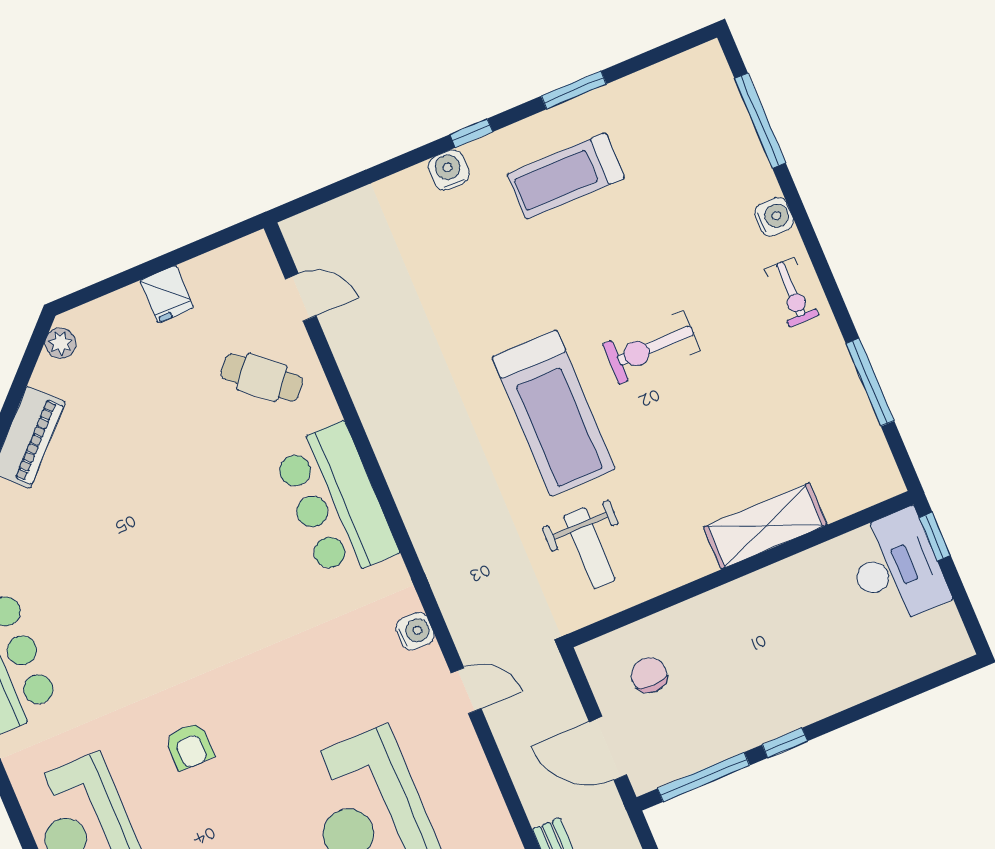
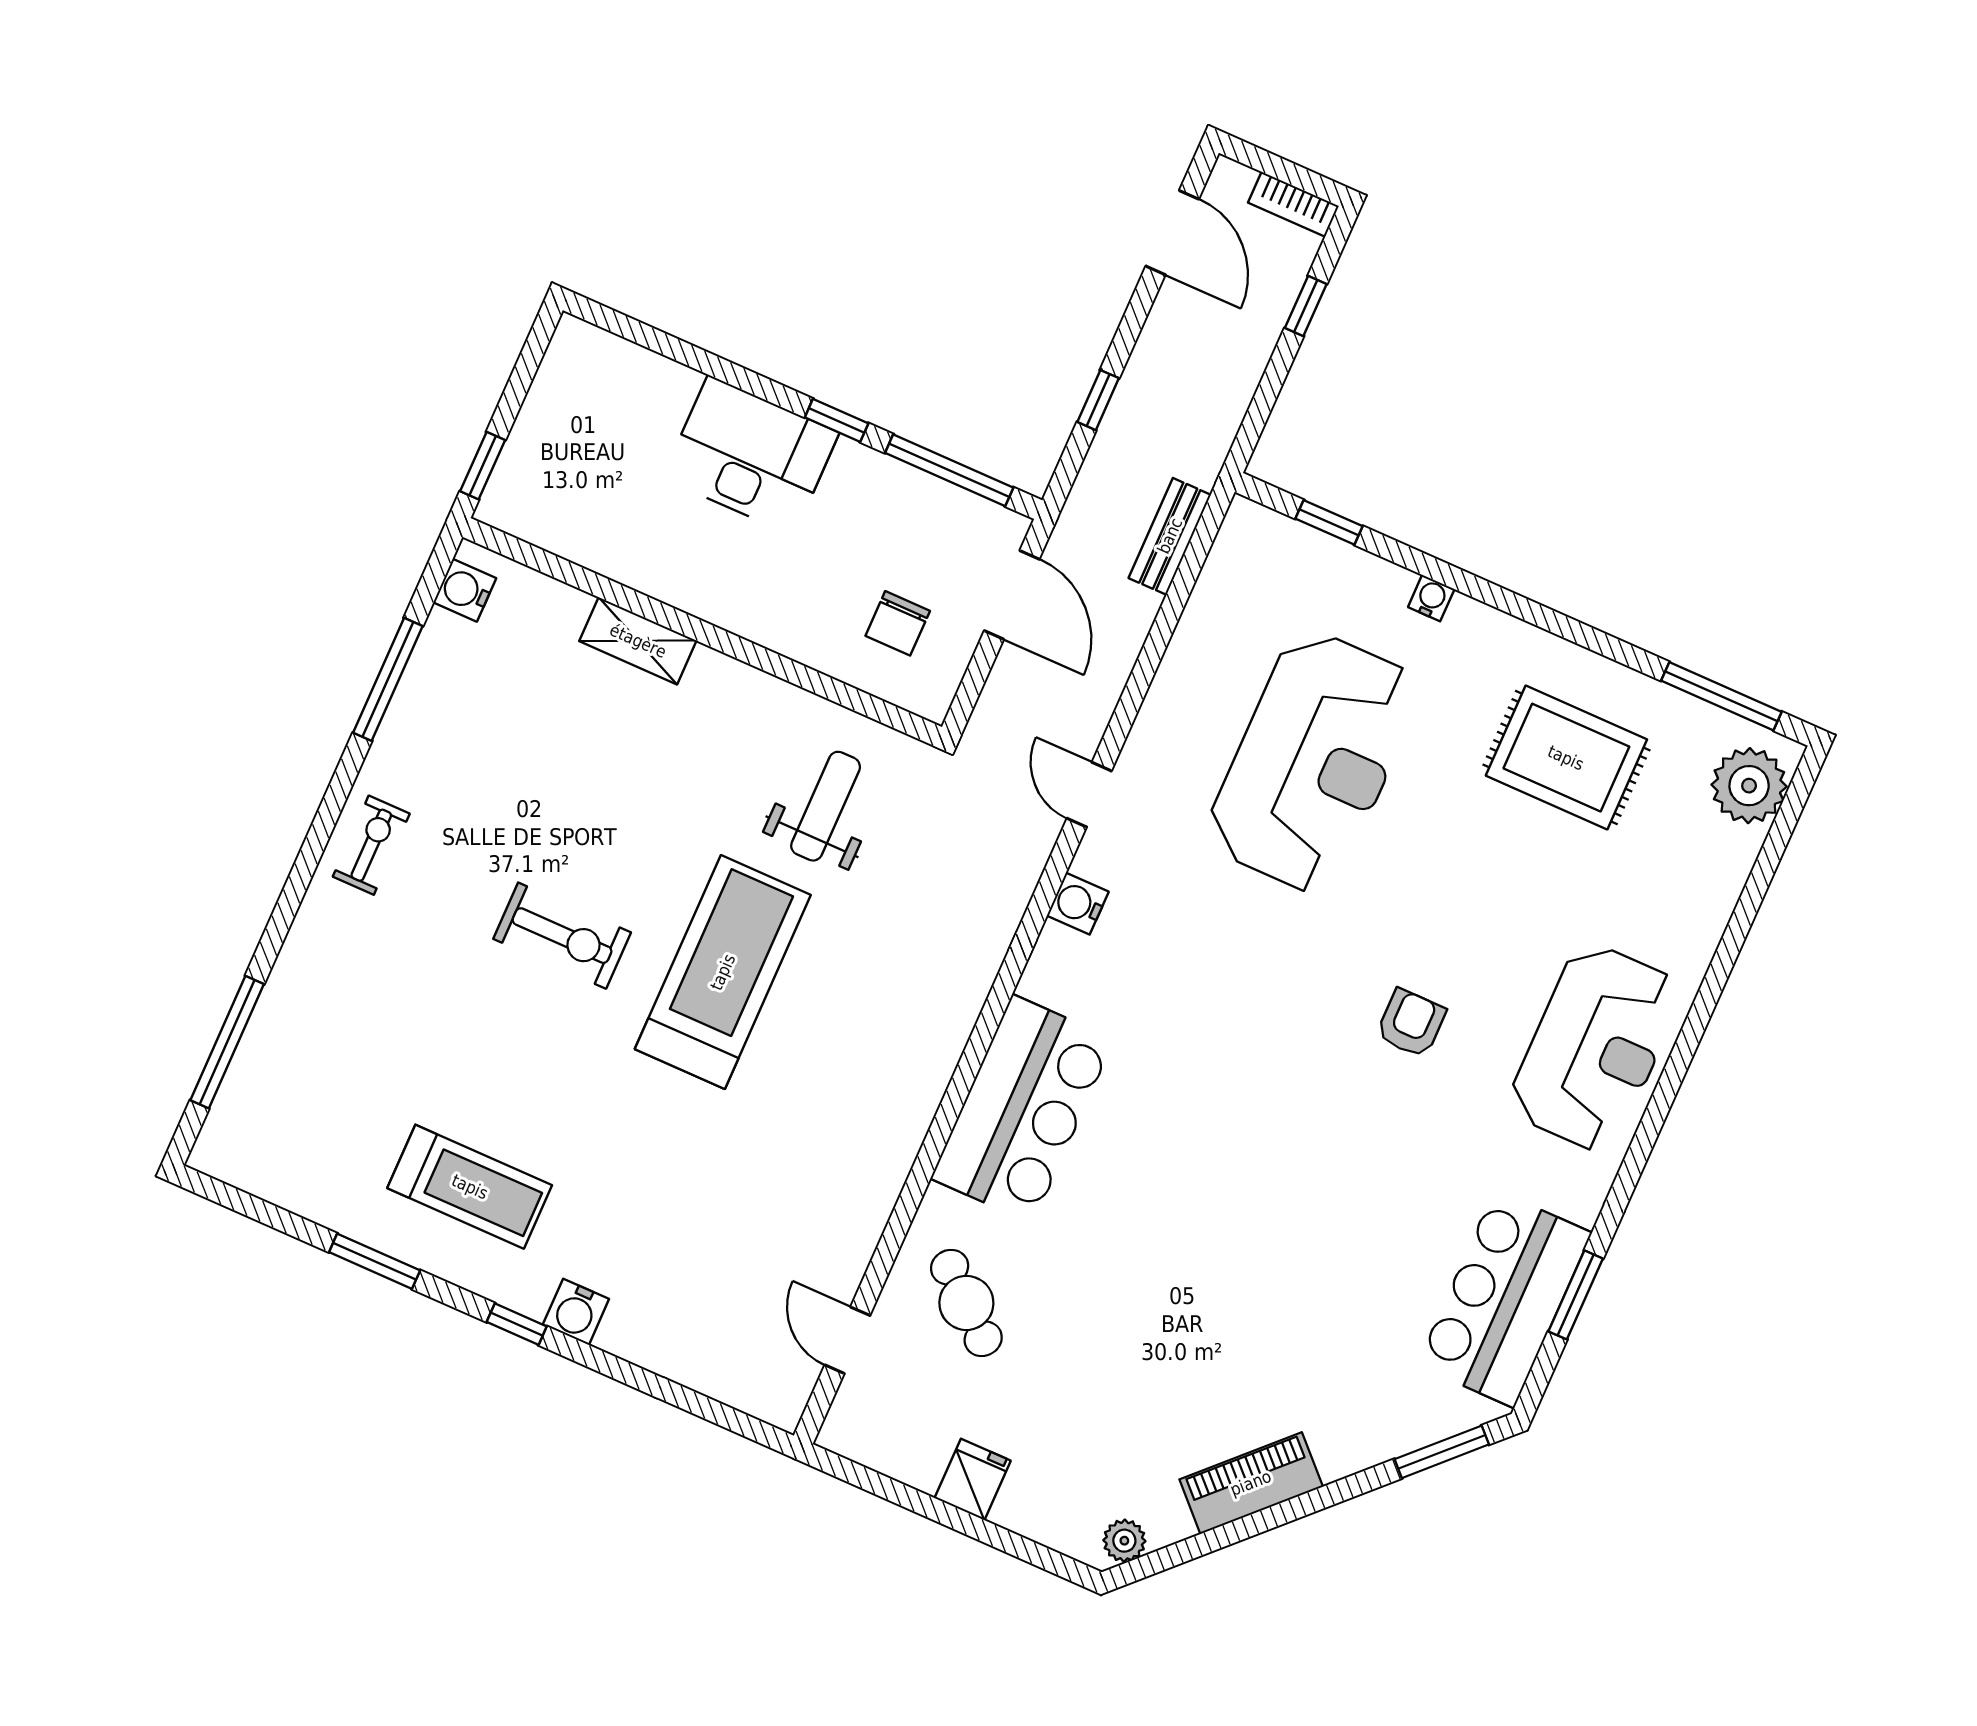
water cooler: (774, 217) -> (465, 590), moved
shelving: (765, 526) -> (638, 641), width x0.67, depth x0.75
desk: (896, 568) -> (751, 455), moved, turned 90

